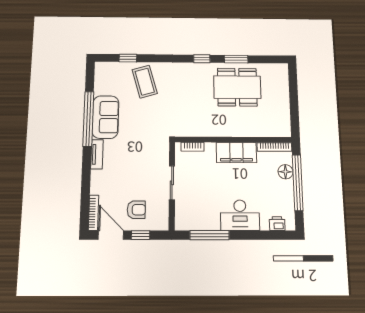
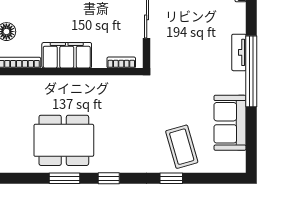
window: (128, 58) -> (171, 178), moved
sofa: (105, 117) -> (230, 123), moved
window: (88, 119) -> (251, 71), moved

